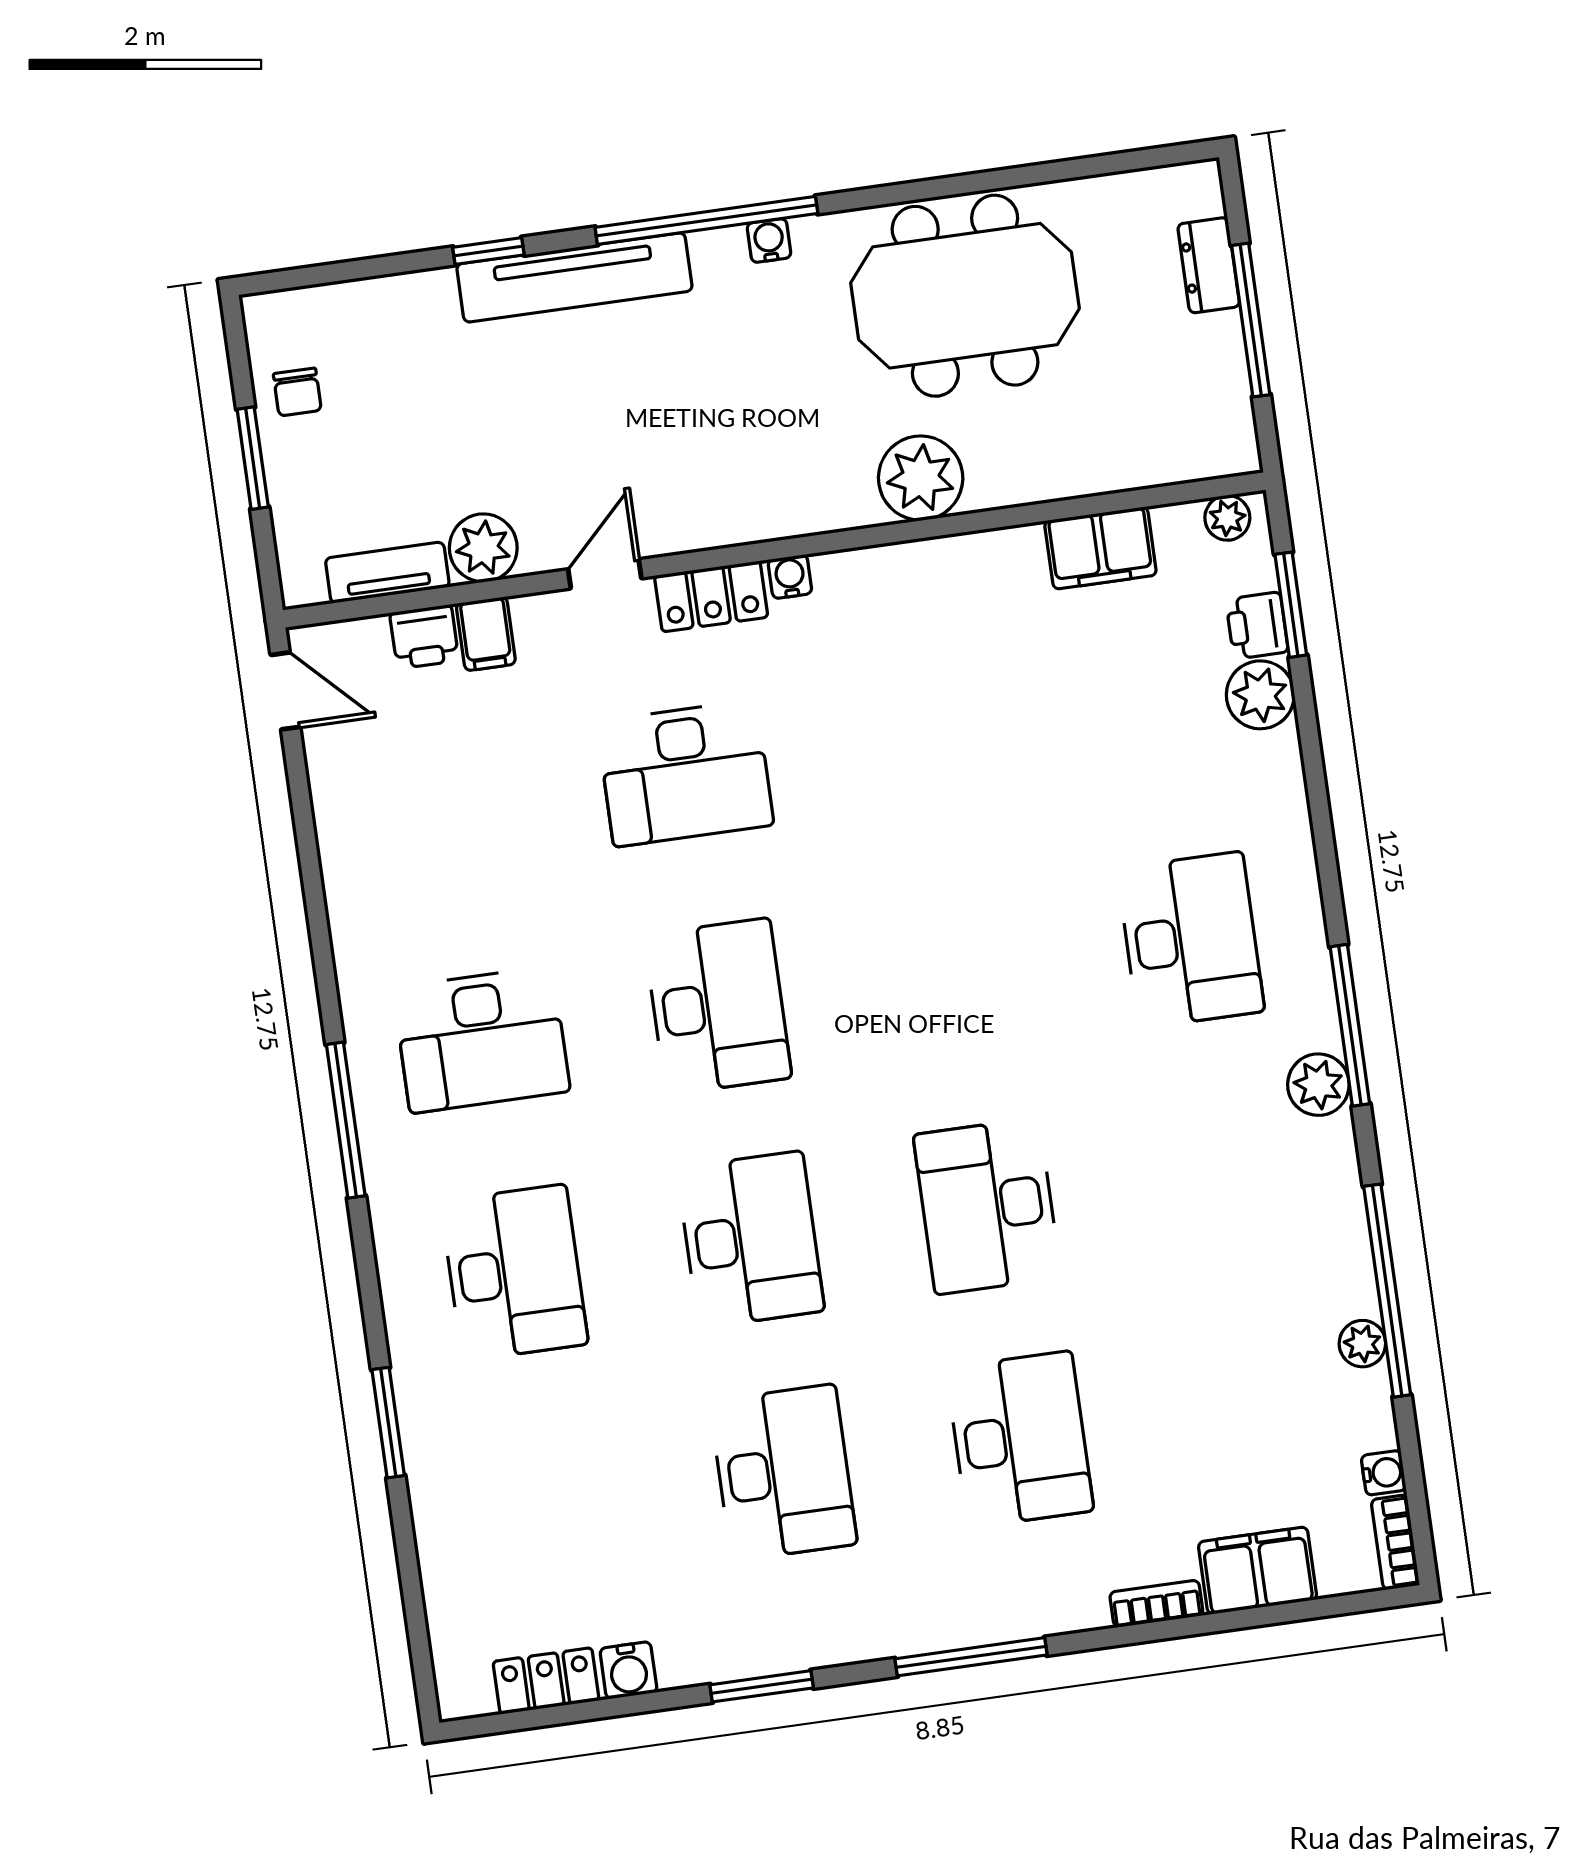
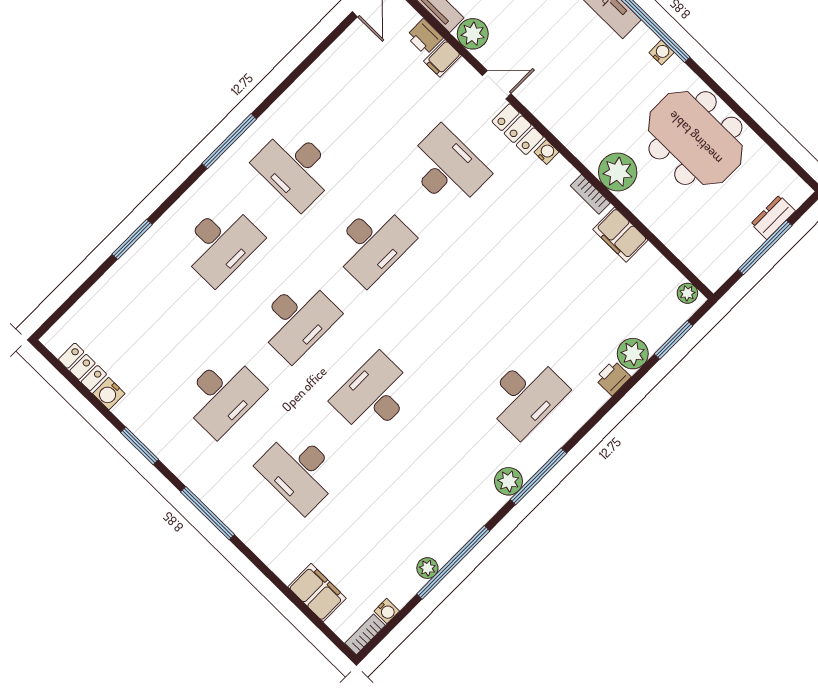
filing cabinet: (1100, 548) -> (620, 235), moved
printer: (1257, 626) -> (613, 378), moved
desk: (685, 773) -> (447, 168), turned 180
desk: (1020, 1439) -> (299, 471), turned 90
bookcase: (1156, 1604) -> (590, 194), moved, turned 180

